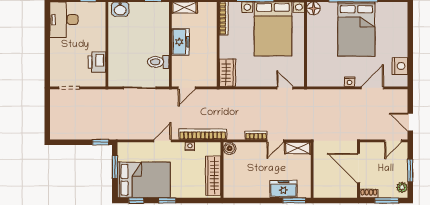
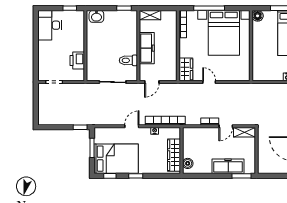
freezer: (181, 42) -> (147, 48), width x1.40
door: (285, 88) -> (209, 82), moved
boiler: (230, 148) -> (188, 163), moved
freezer: (283, 189) -> (228, 166), width x1.40

